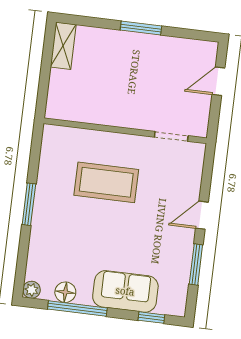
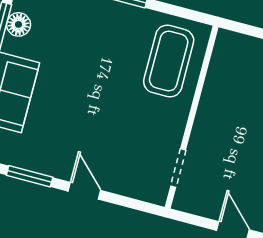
coffee table: (106, 182) -> (169, 61), moved

